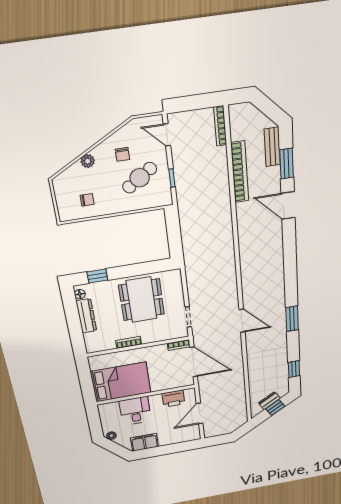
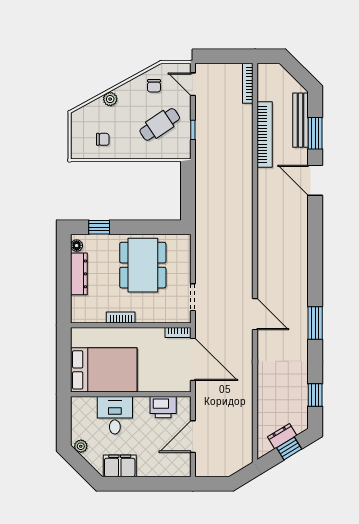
bench: (272, 147) -> (301, 120), width x1.36
chair: (122, 154) -> (154, 86), moved

